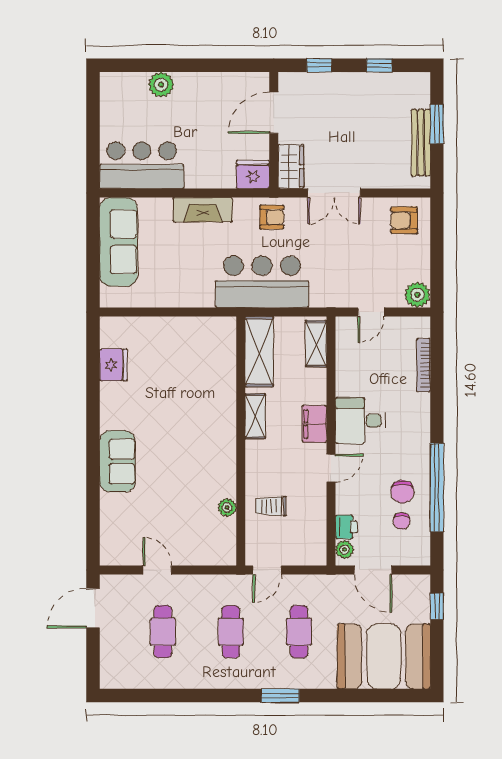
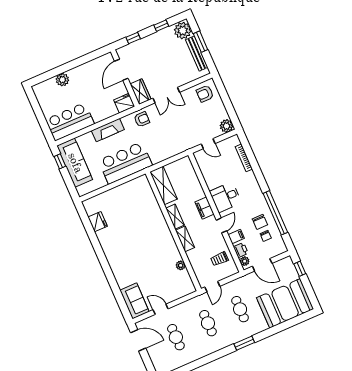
plant: (414, 91) -> (183, 31), added
window: (93, 228) -> (60, 161), added
bar counter: (262, 282) -> (125, 163), moved
door: (371, 312) -> (208, 144), hinge flipped
shelving: (316, 344) -> (185, 239), moved
sofa: (117, 461) -> (135, 301), moved
filing cabinet: (349, 499) -> (236, 237), added
trolley: (271, 506) -> (219, 259), moved
door: (93, 608) -> (138, 340), swing flipped

